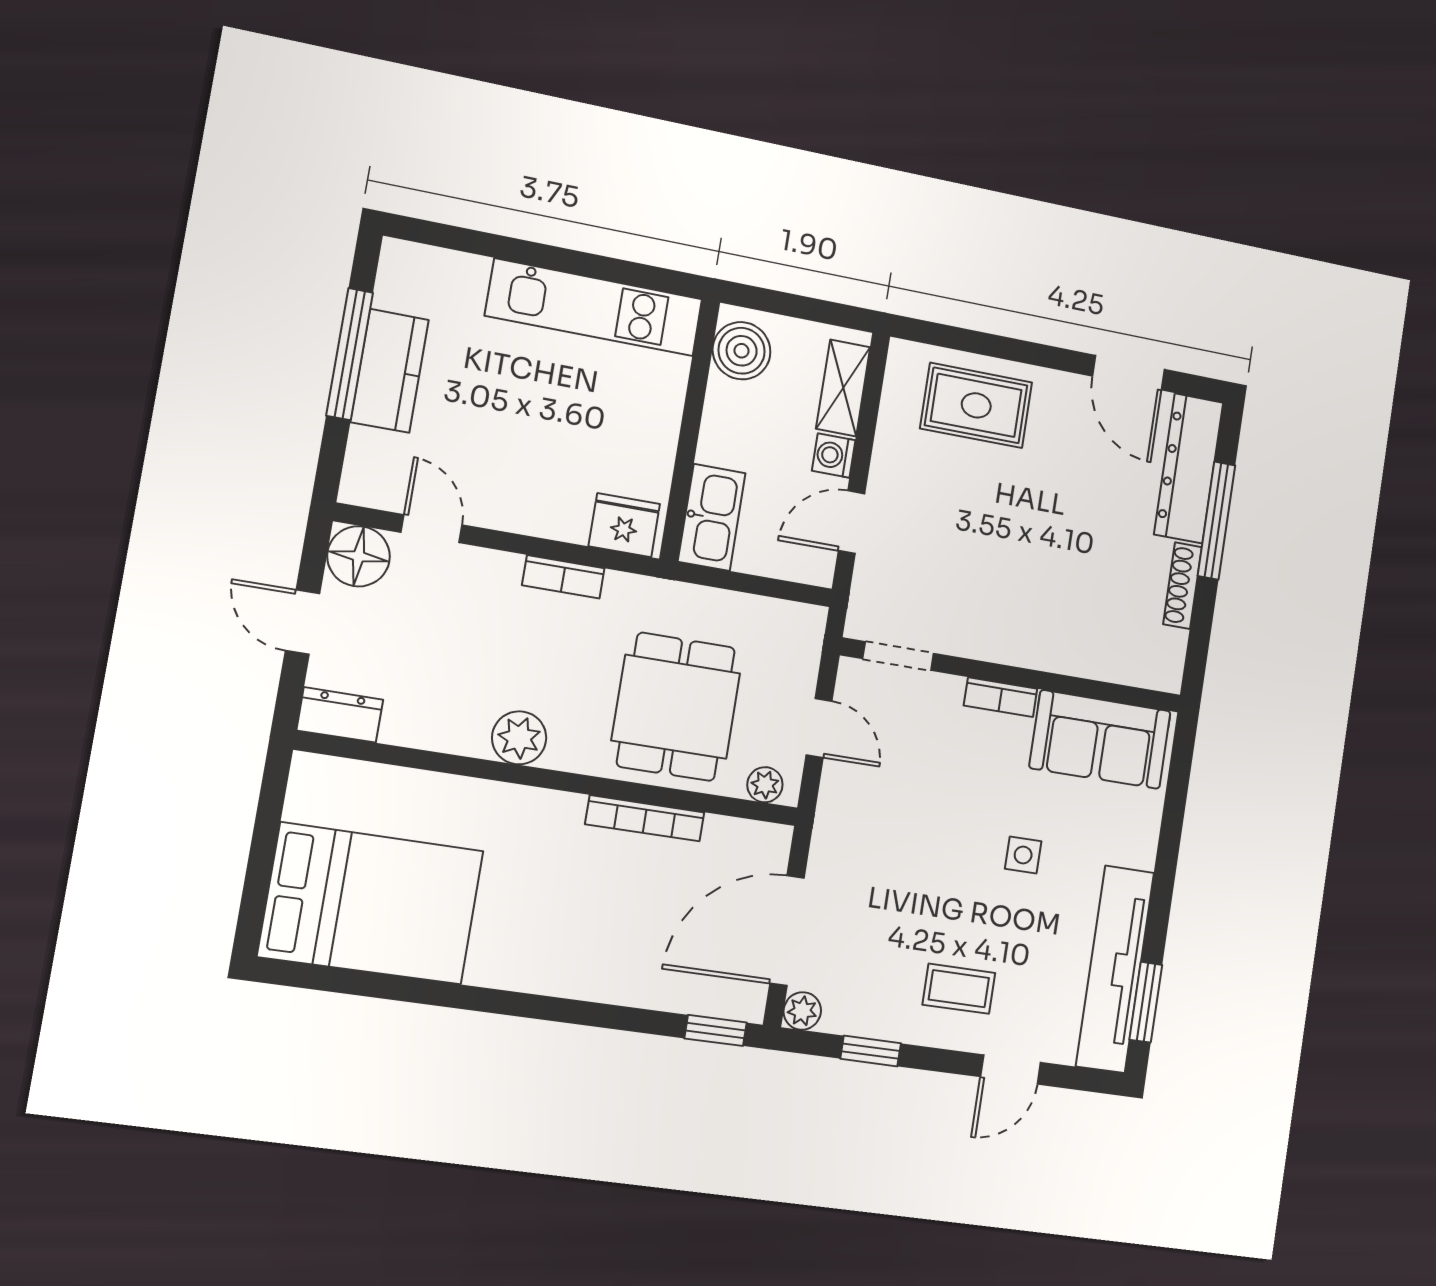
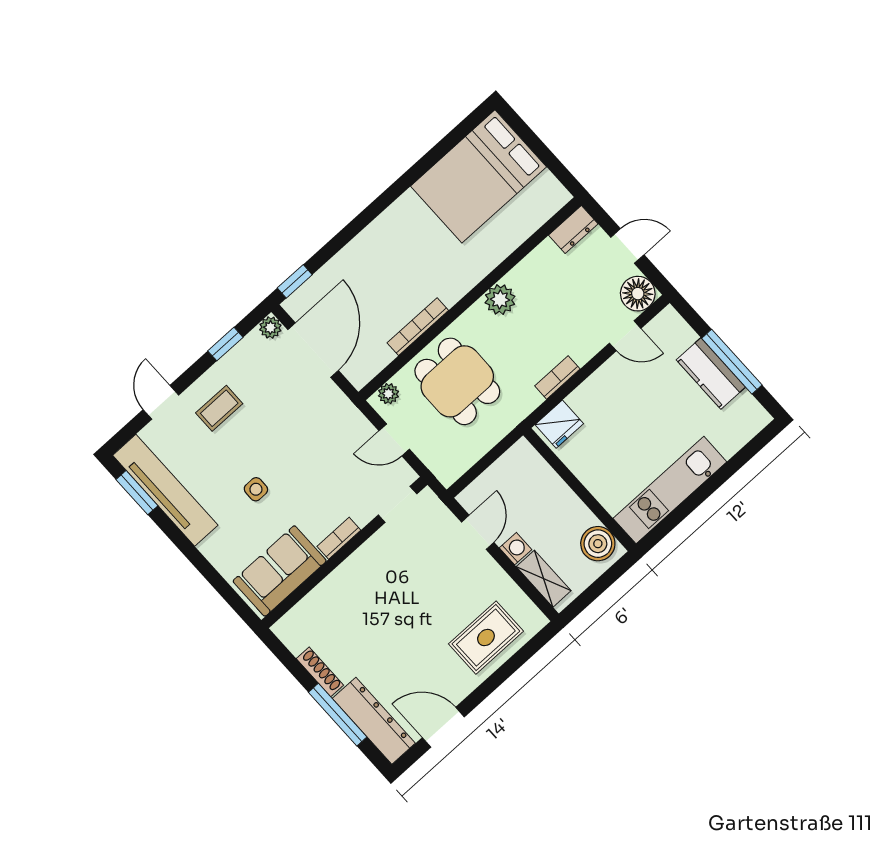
kitchen sink: (712, 517) -> (531, 468), removed

